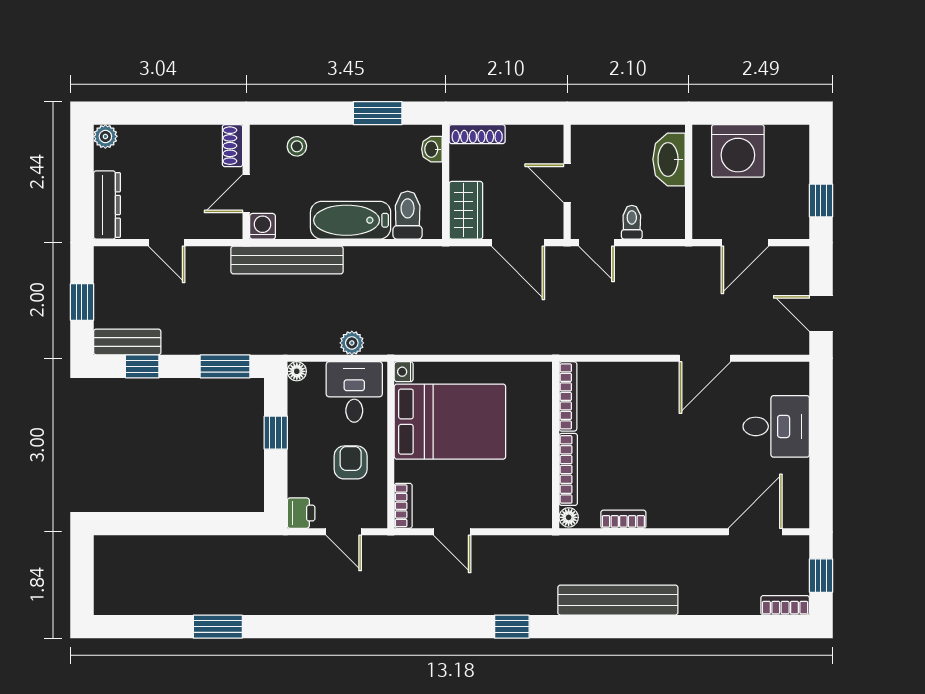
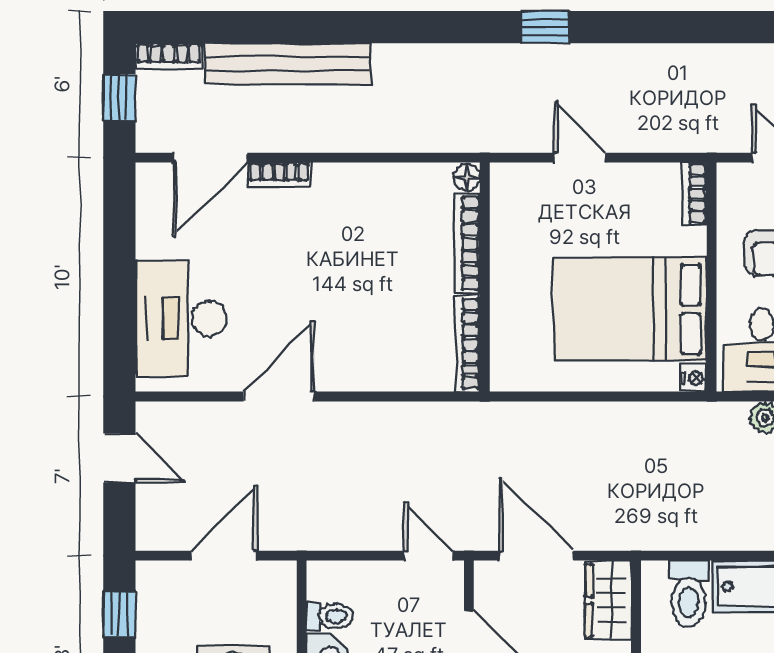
toilet: (632, 222) -> (330, 616), moved, turned -90
desk: (776, 426) -> (181, 318), width x1.37
bookcase: (623, 519) -> (279, 175), moved
door: (452, 532) -> (580, 158), moved
bench: (618, 600) -> (288, 64), moved

